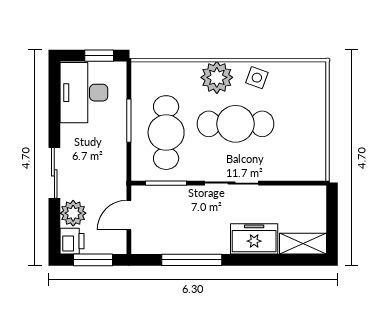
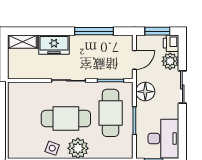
floor lamp: (112, 166) -> (145, 92), added

